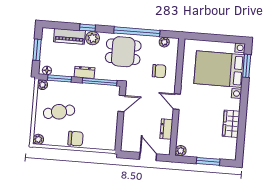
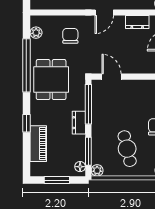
plant: (93, 38) -> (38, 116), removed

